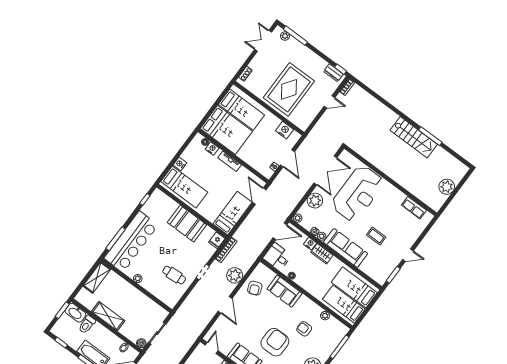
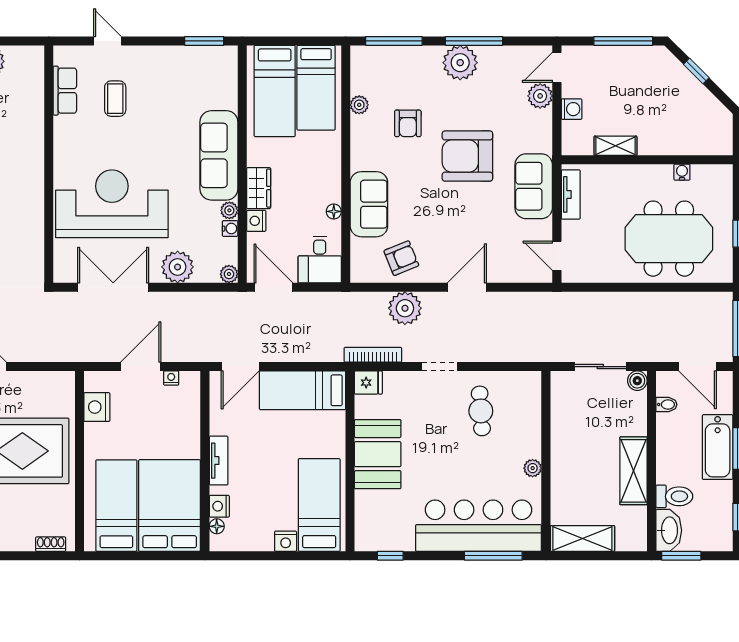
coffee table: (376, 236) -> (115, 99), moved
door: (408, 255) -> (108, 41), moved
door: (212, 348) -> (557, 256), hinge flipped

